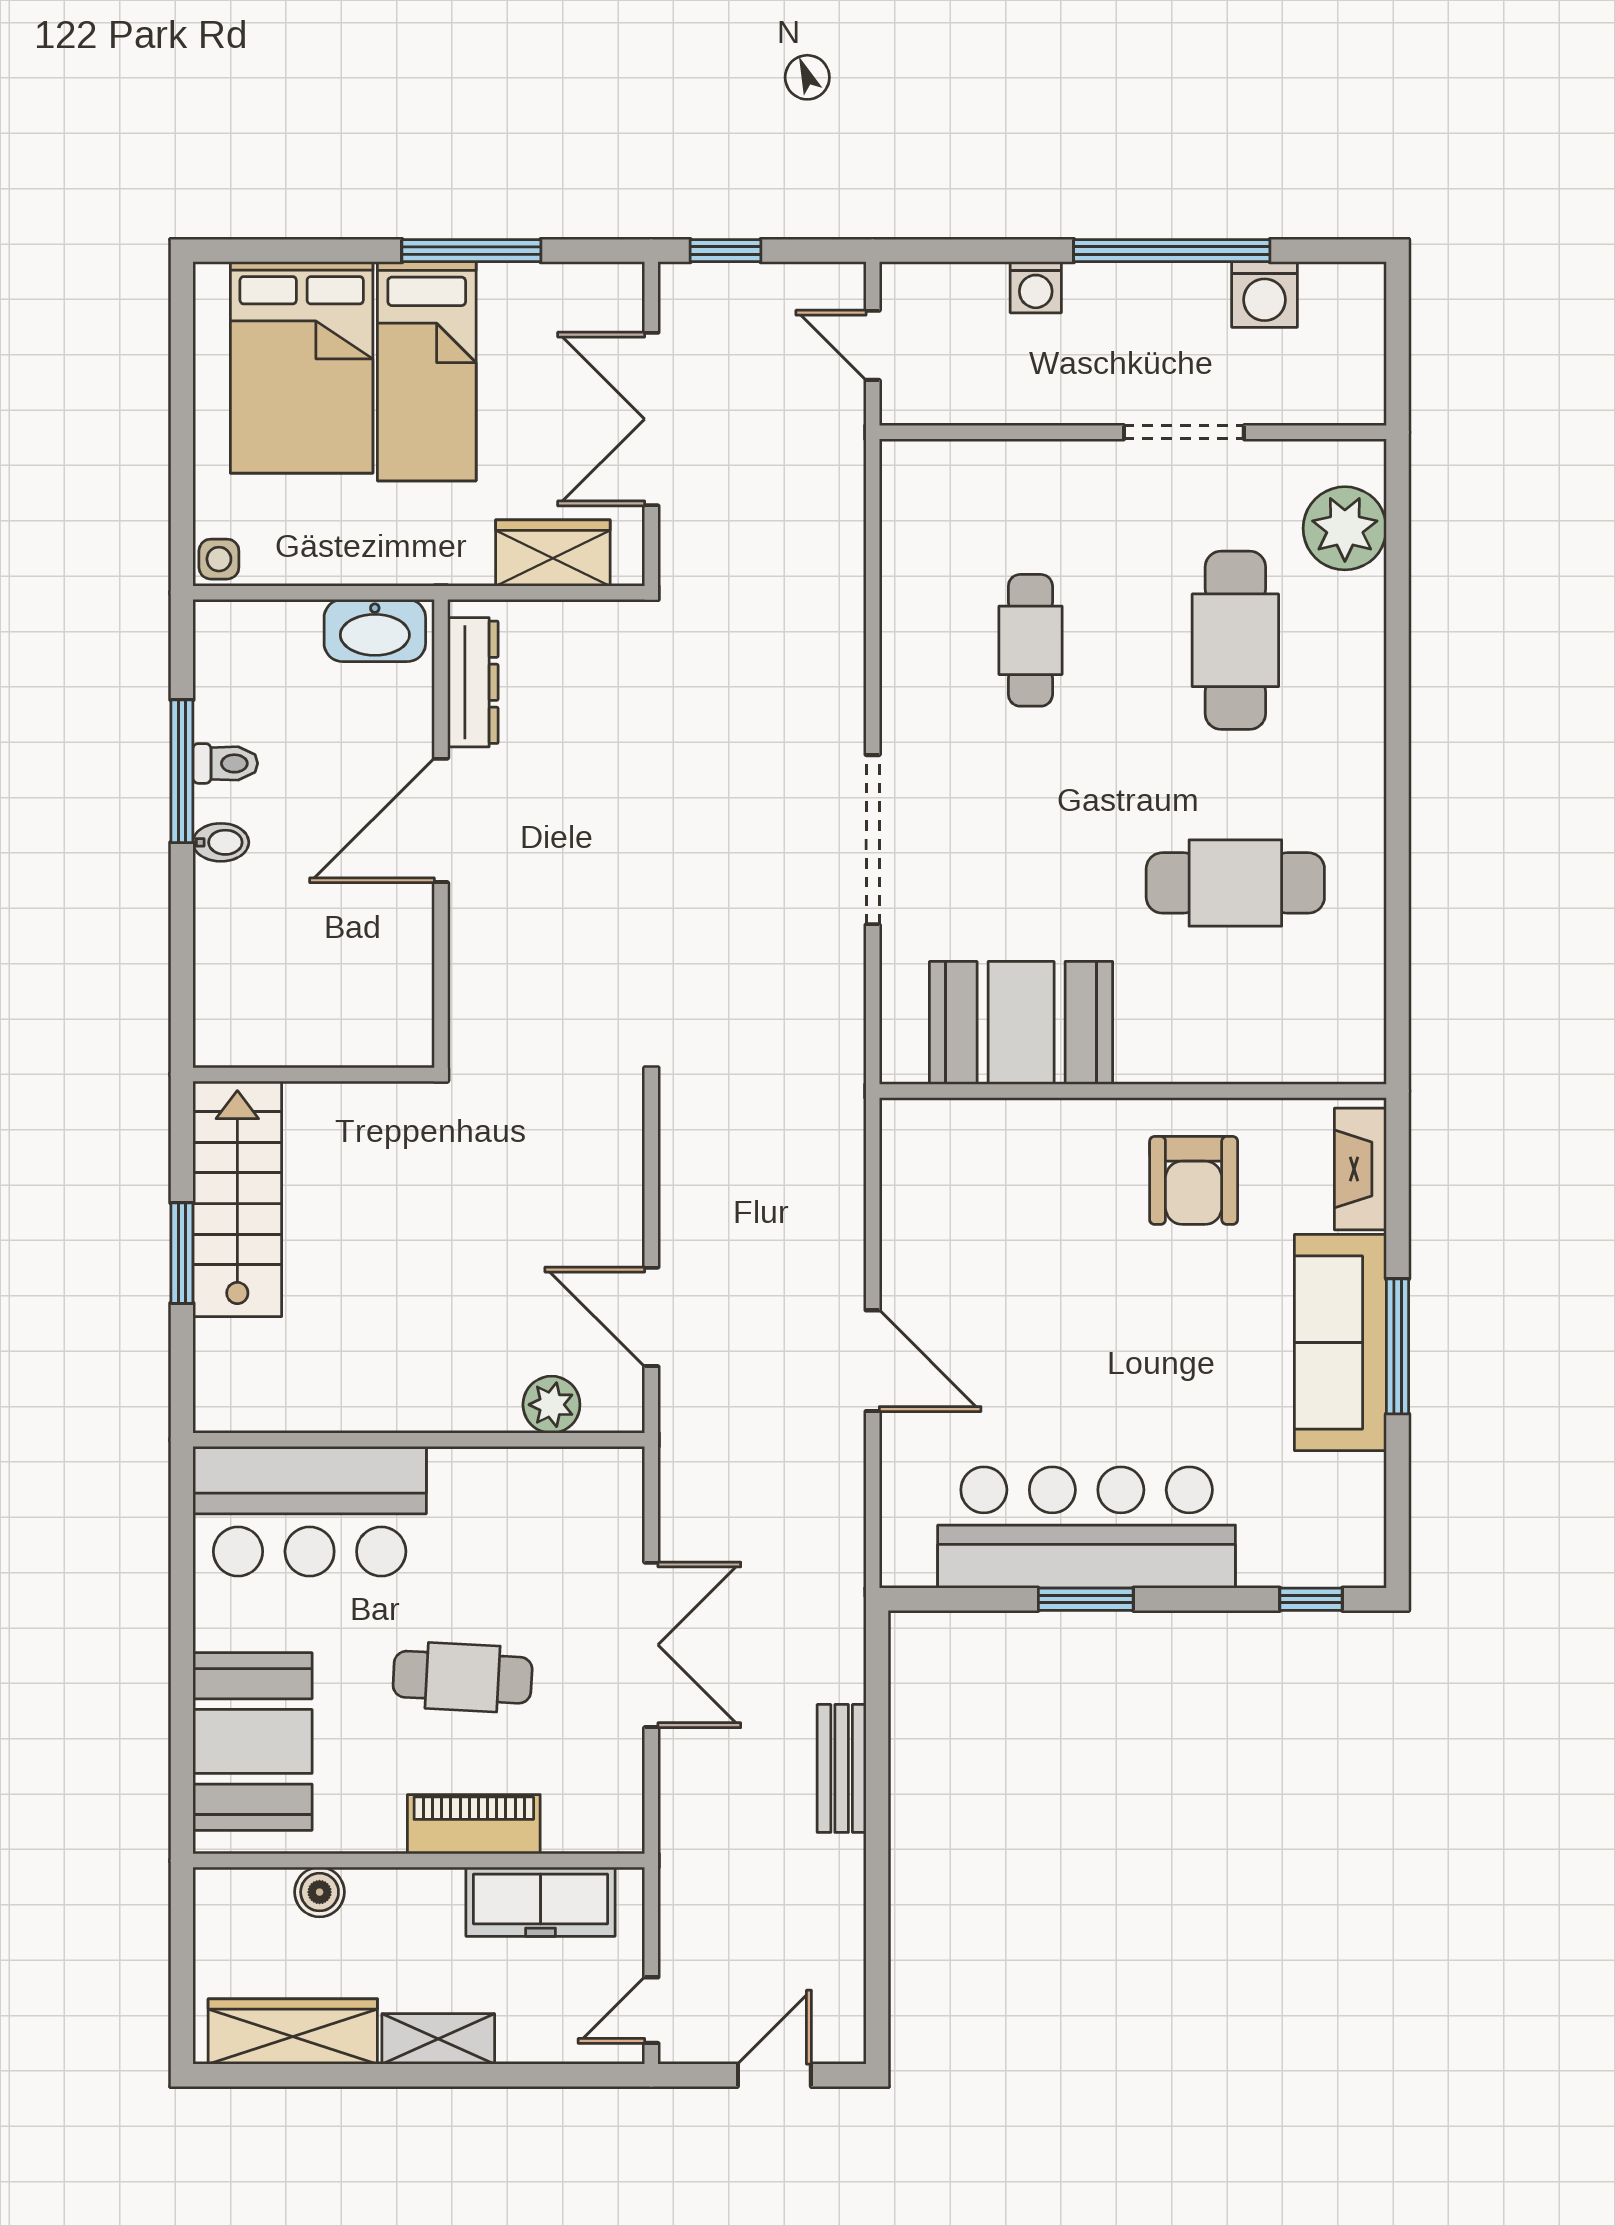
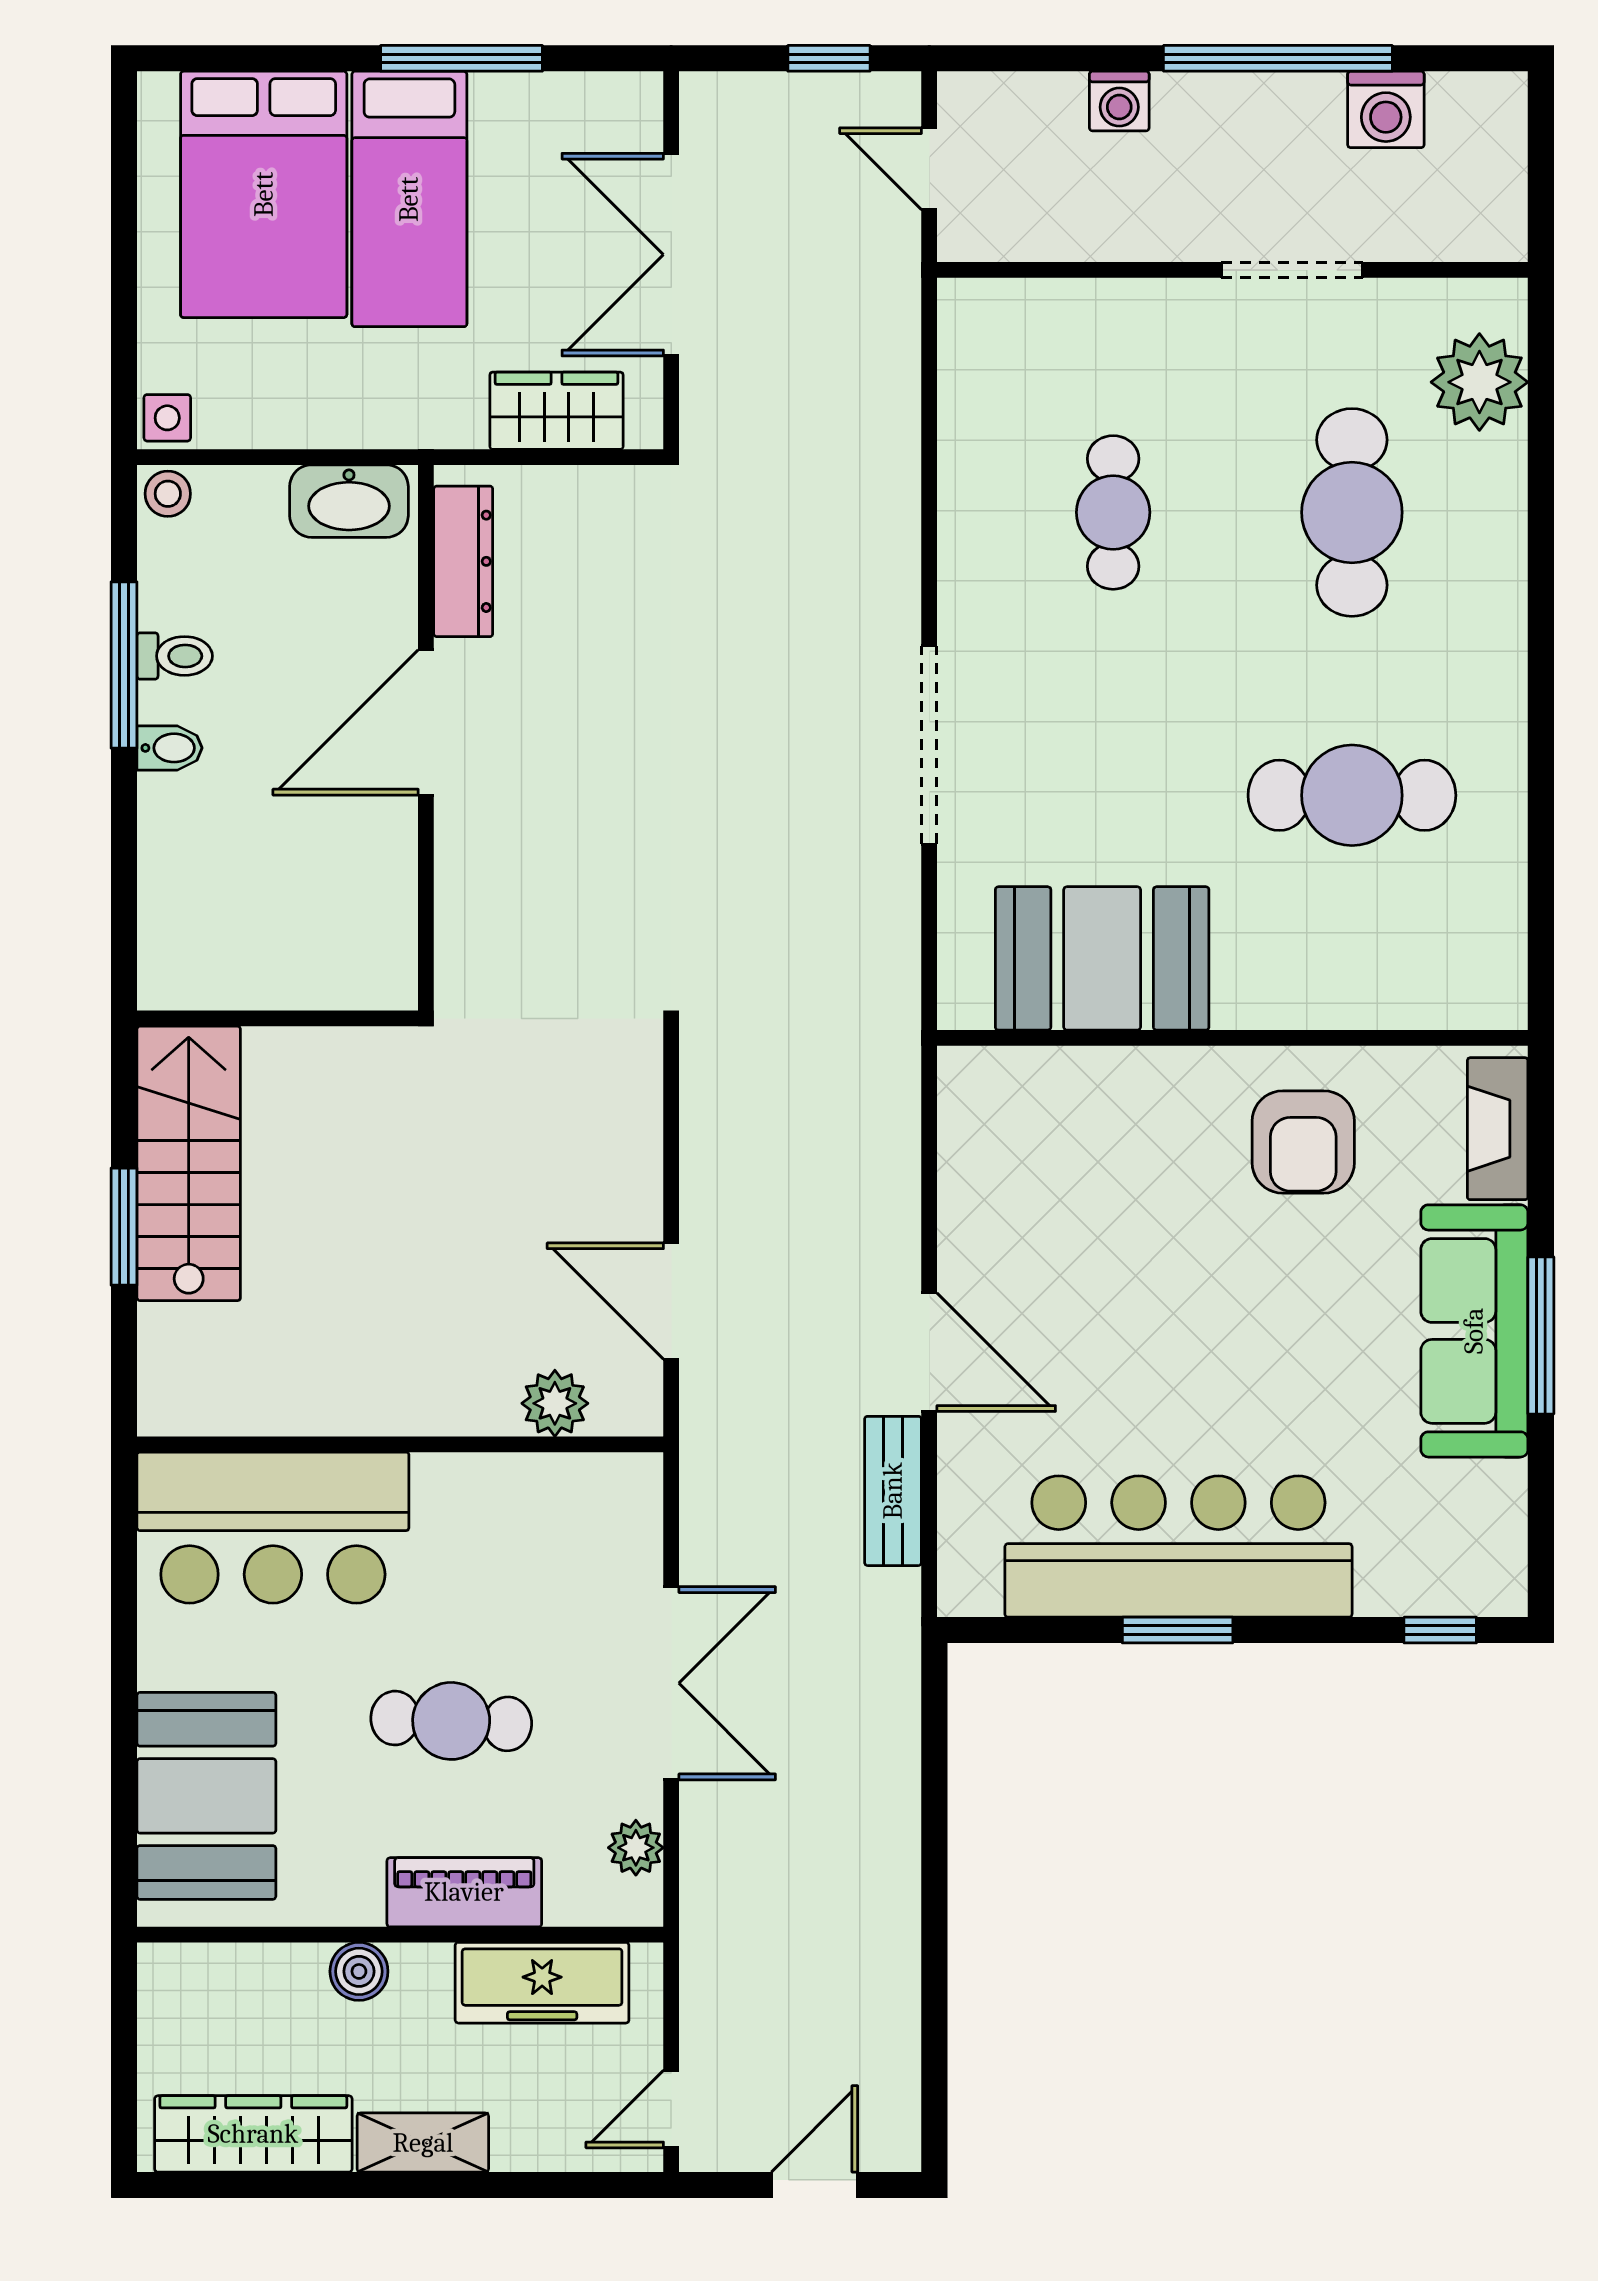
window: (725, 251) -> (829, 58), moved
stool: (219, 624) -> (168, 494), added
bench: (842, 1768) -> (893, 1491), moved
plant: (621, 1786) -> (636, 1848), added
boiler: (320, 1892) -> (359, 1971), moved

